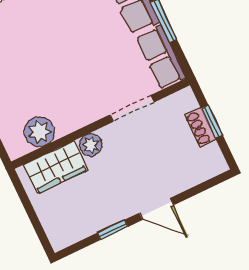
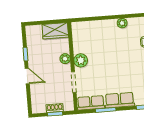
plant: (39, 132) -> (81, 60), moved
wardrobe: (56, 167) -> (55, 31), moved, turned -90
door: (156, 209) -> (27, 76), swing flipped

